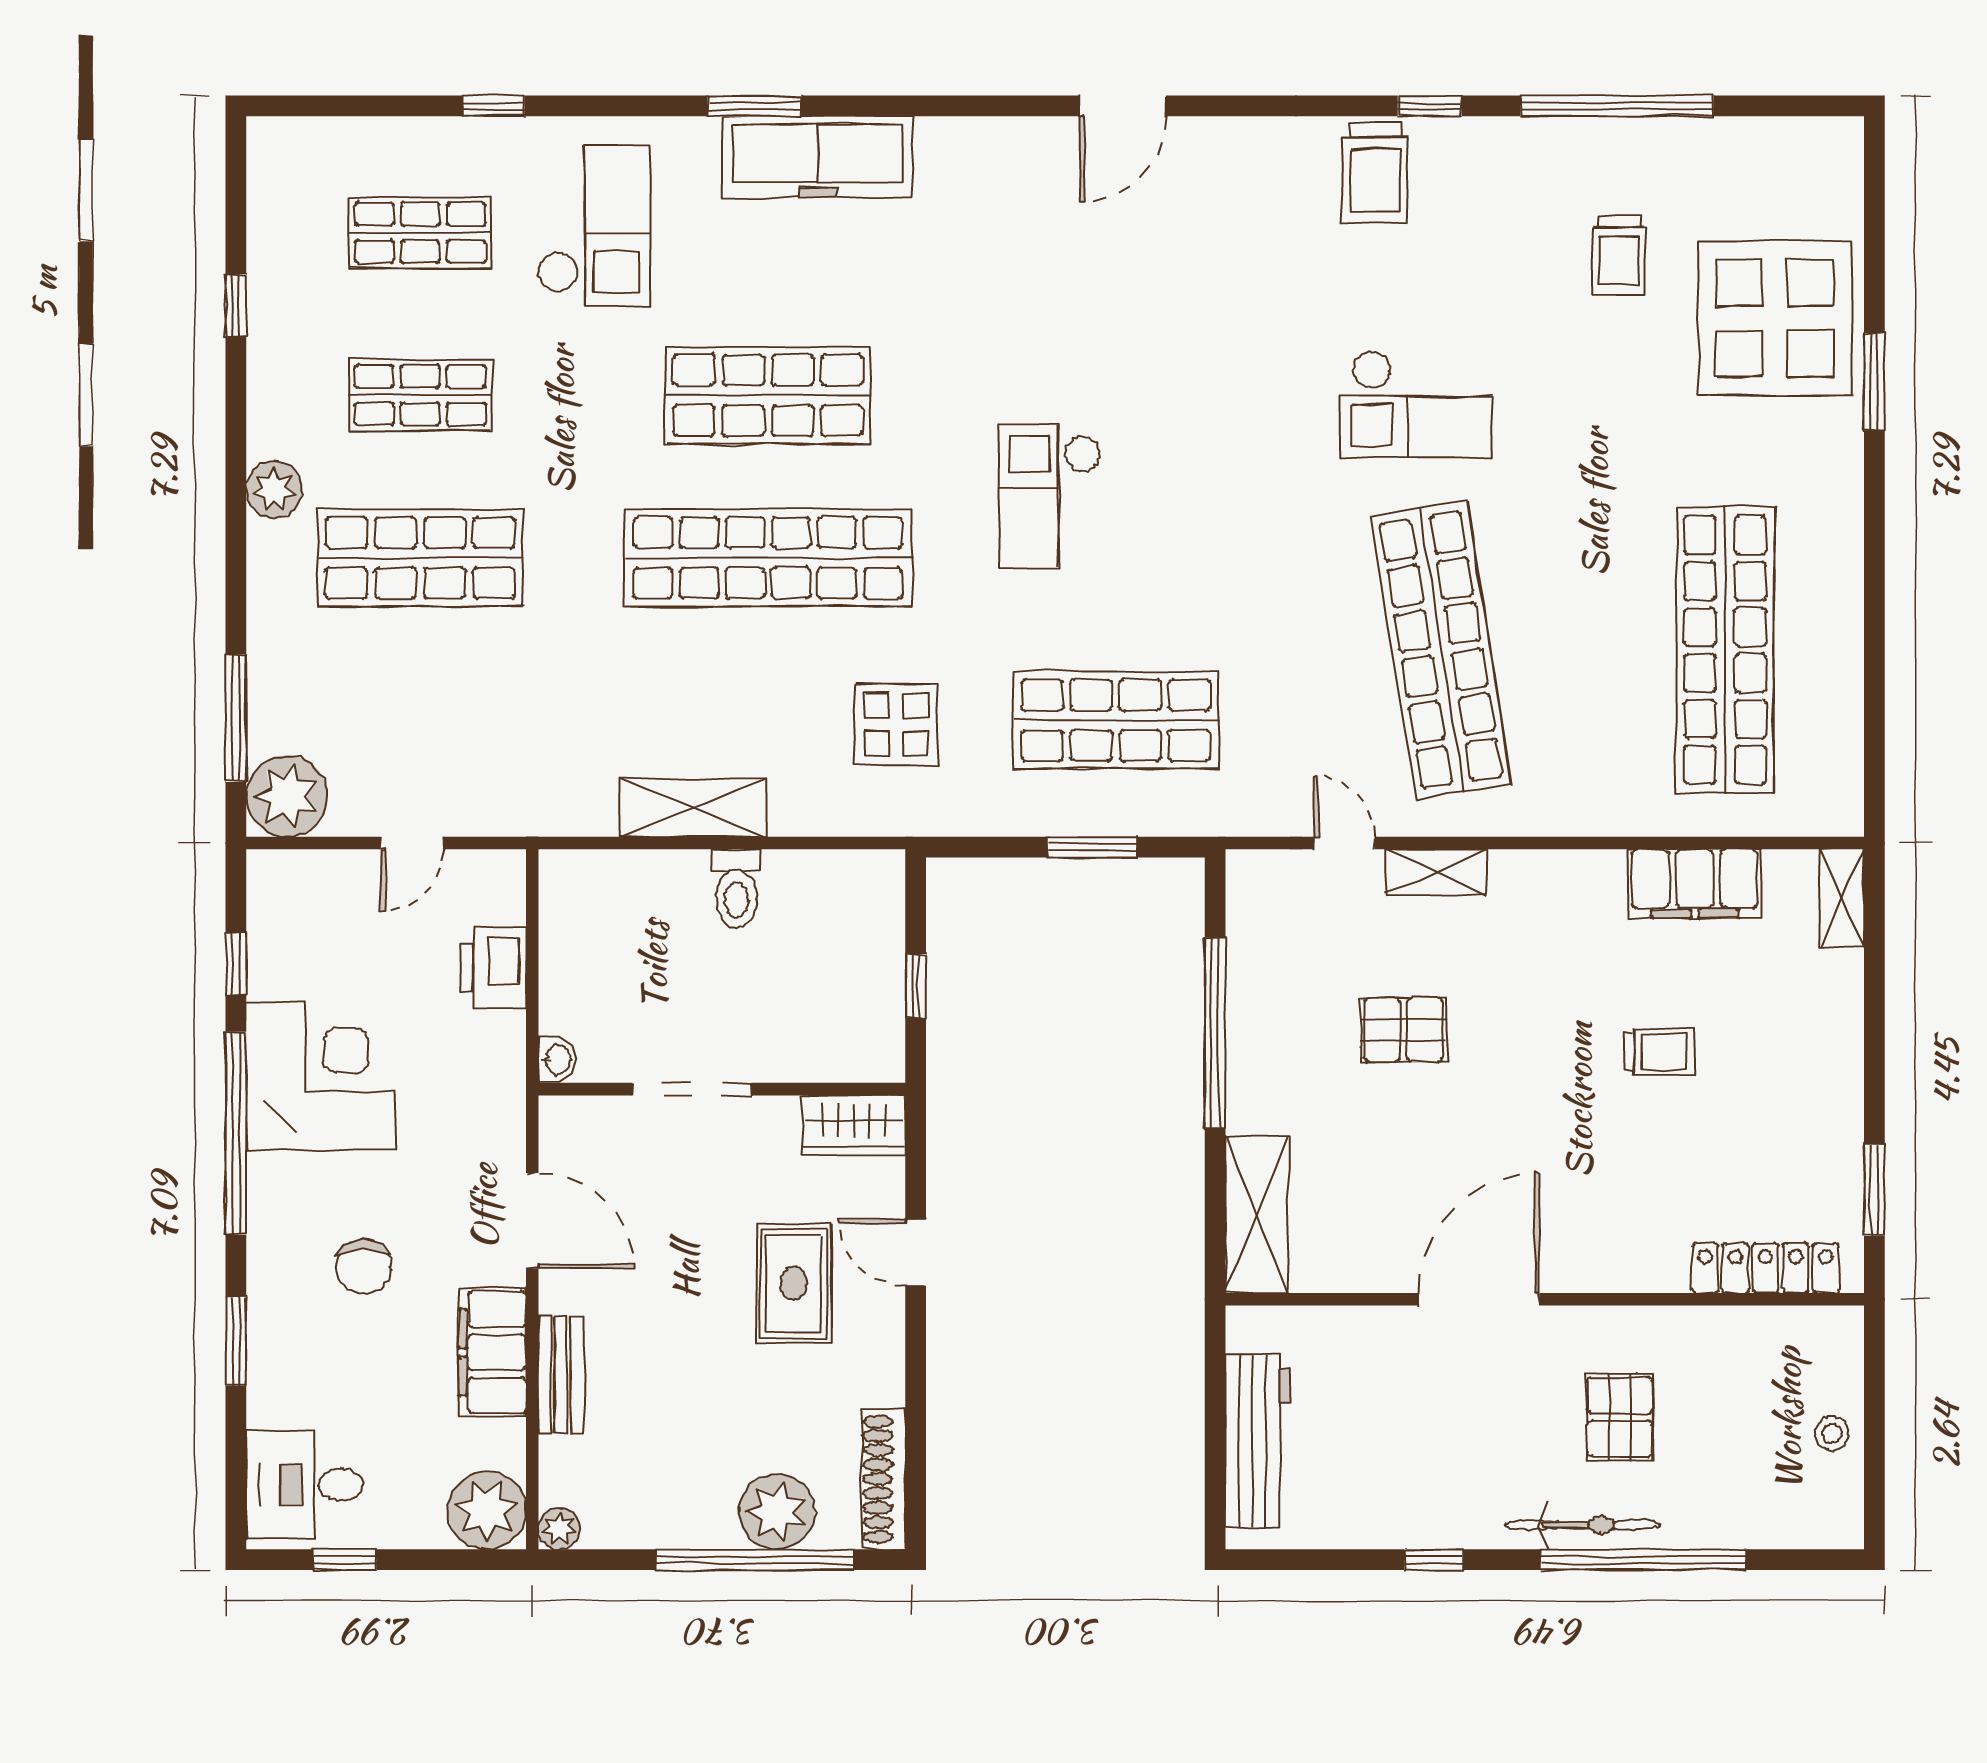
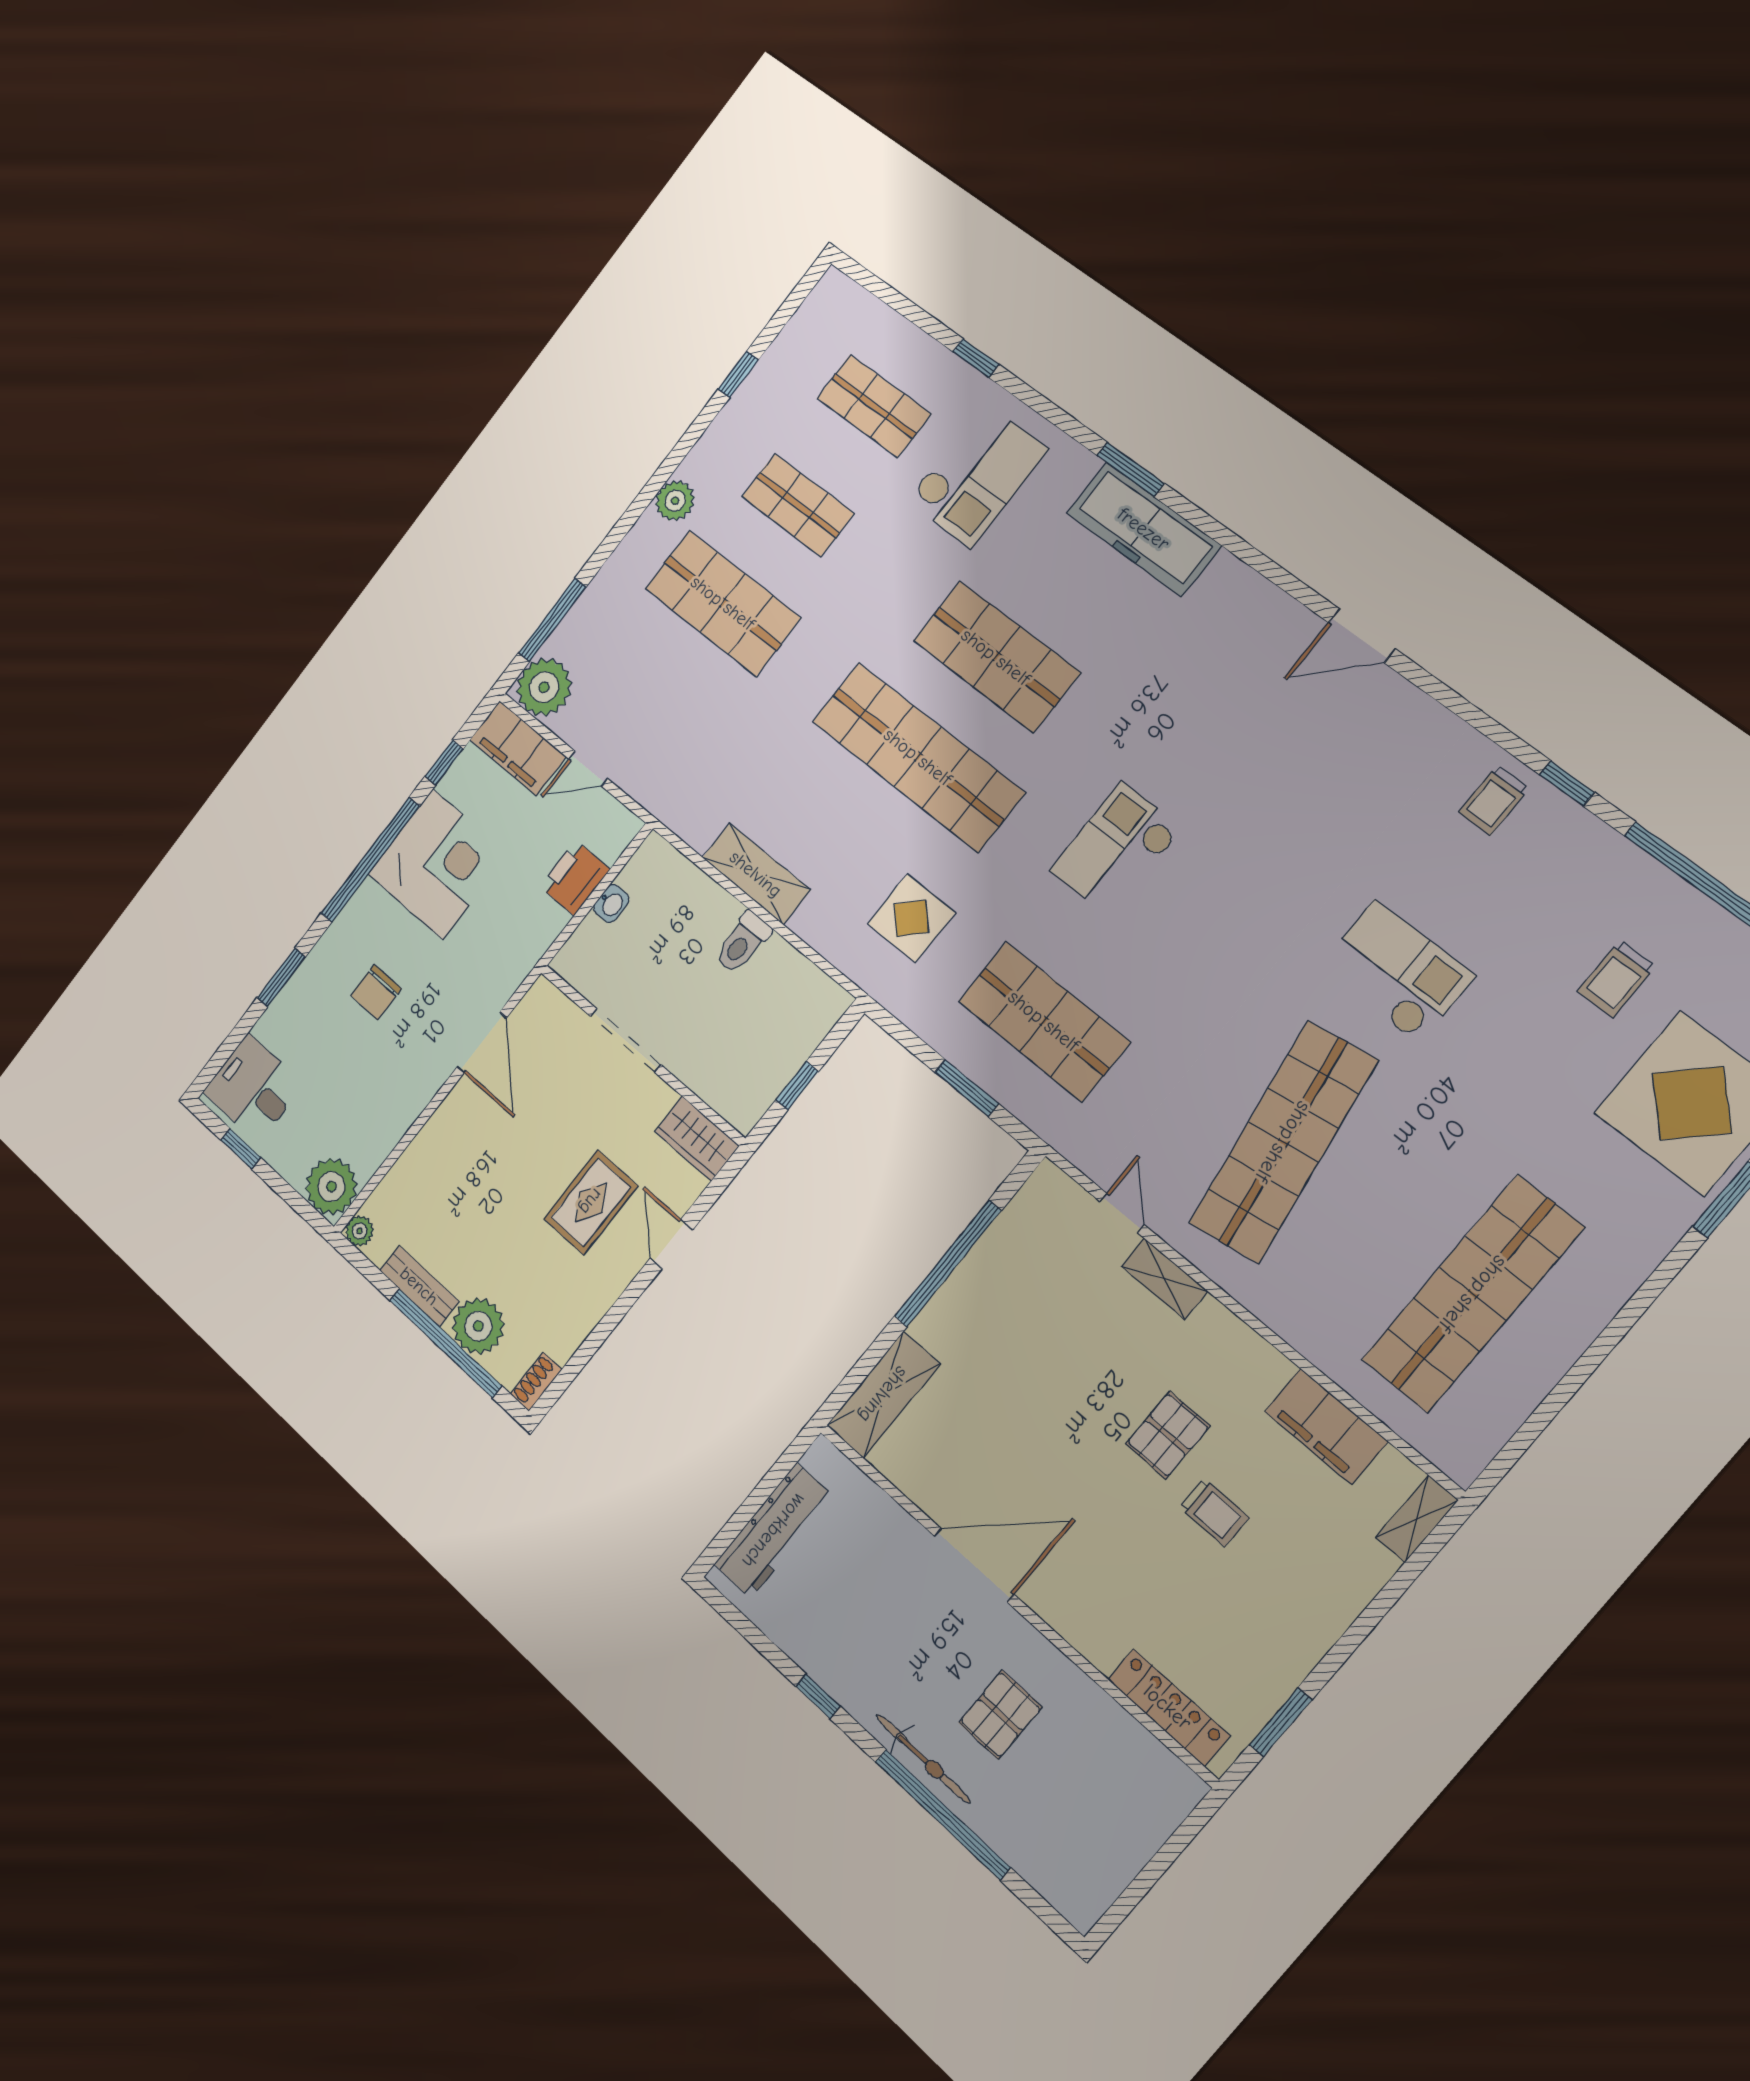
trolley: (1375, 172) -> (1494, 800), width x0.73, depth x0.72
checkout: (1416, 404) -> (1397, 972), turned 180
pallet: (1404, 1030) -> (1168, 1435), moved, turned 90
washbasin: (557, 1060) -> (611, 904), moved
filing cabinet: (492, 1352) -> (518, 748), moved, turned -90
bench: (561, 1375) -> (419, 1286), moved, turned 90
stool: (1832, 1434) -> (1125, 1848), removed
shoe rack: (884, 1479) -> (536, 1382), width x0.51, depth x0.81

